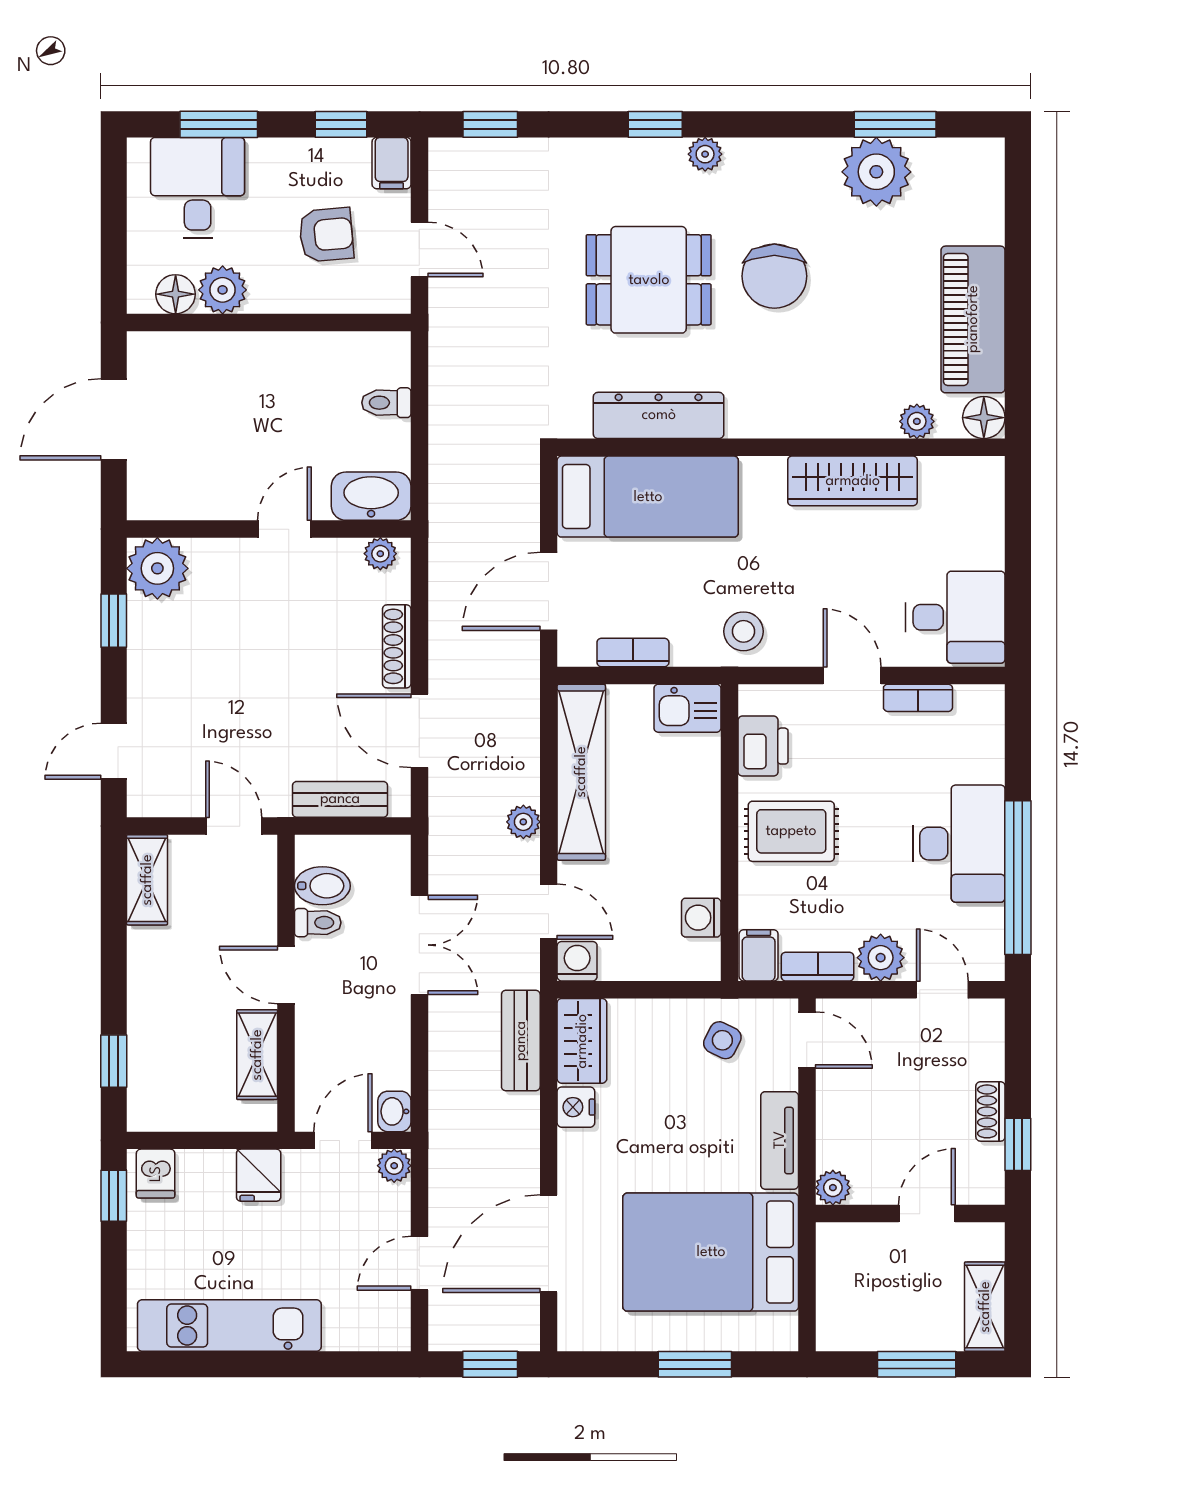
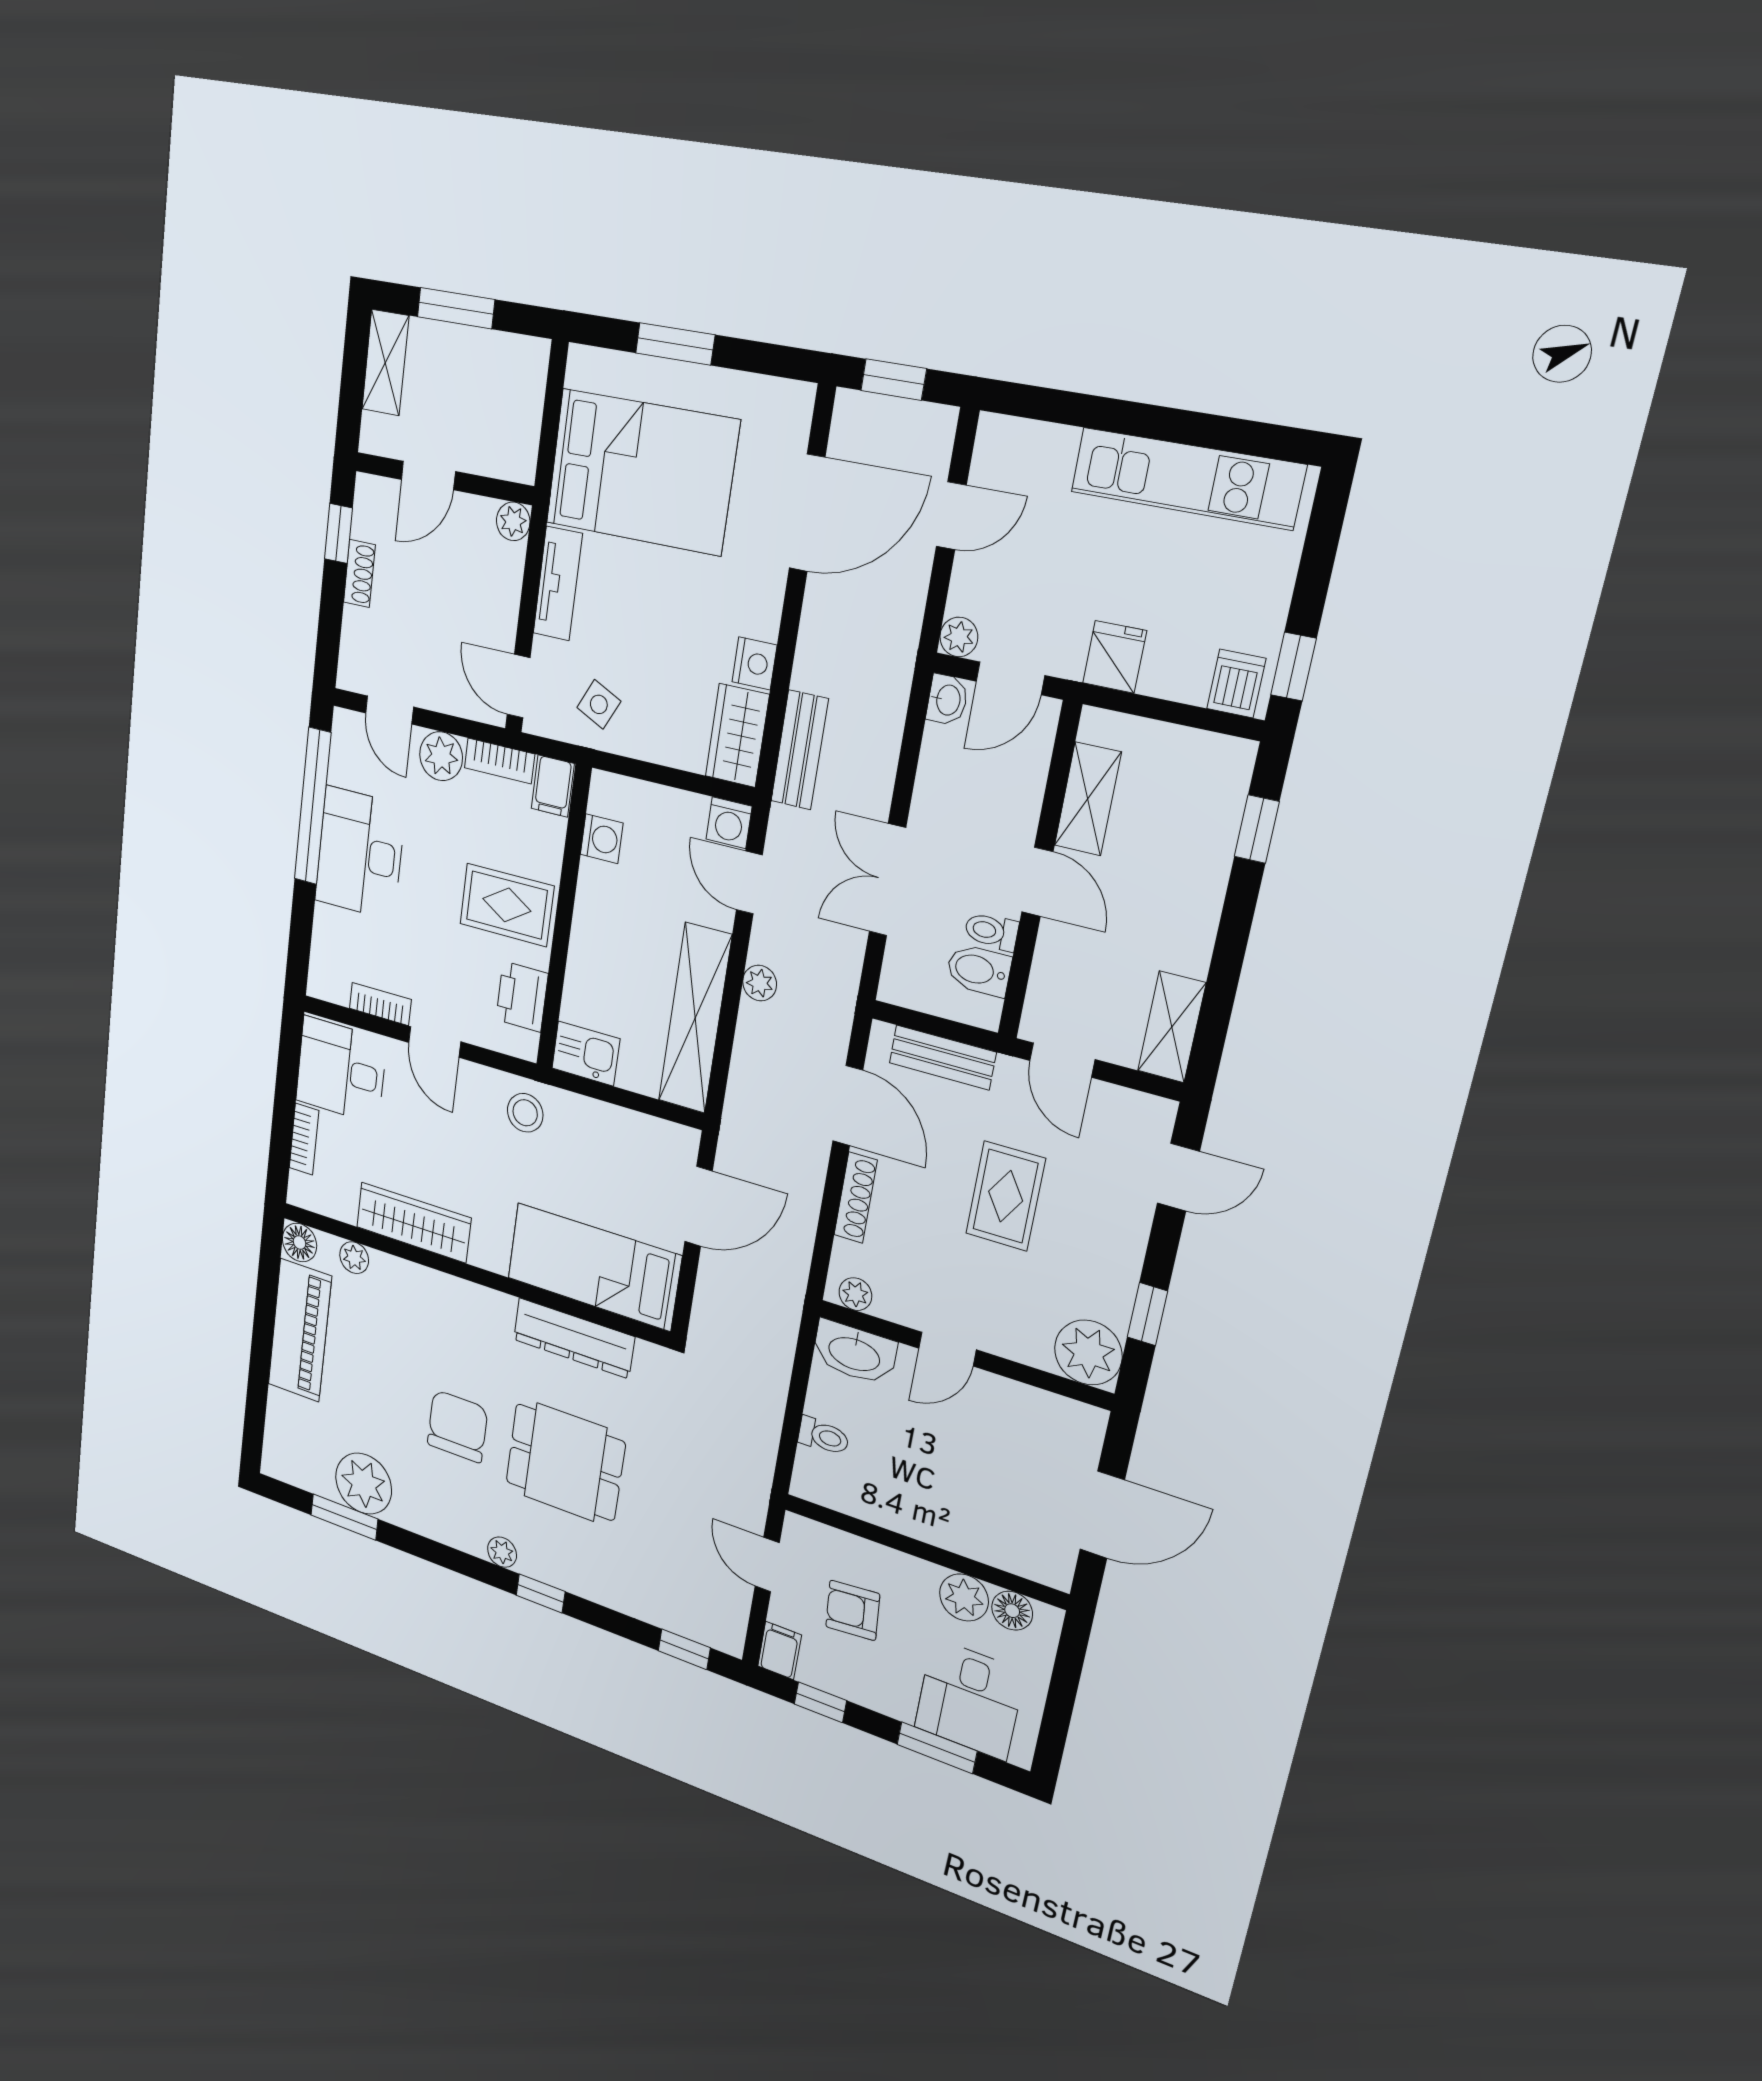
bookcase: (633, 652) -> (304, 1139), moved, turned -90
rug: (259, 689) -> (1006, 1196), added

